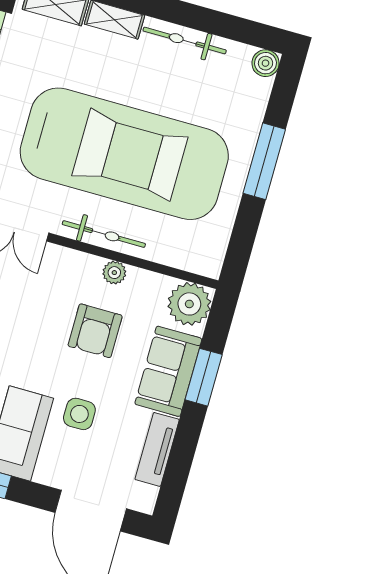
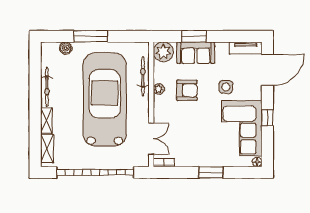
boiler: (266, 63) -> (66, 48), moved
bicycle: (104, 234) -> (143, 76), moved
tv unit: (157, 449) -> (246, 48), moved

